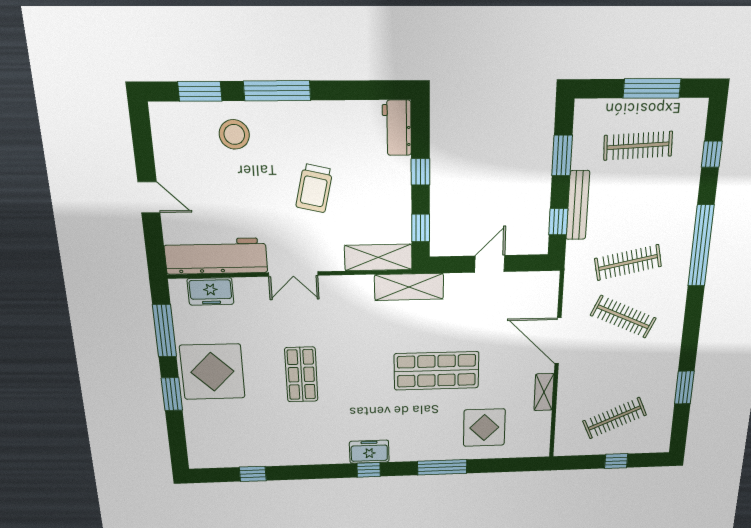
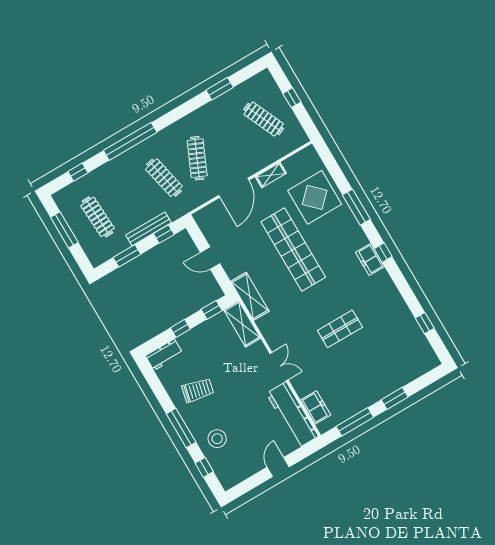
window: (200, 91) -> (204, 467), width x0.67
trolley: (314, 188) -> (198, 390), moved
shop shelf: (437, 371) -> (293, 249), width x1.40
display table: (212, 372) -> (367, 382), removed
display table: (484, 428) -> (315, 197), width x1.36, depth x1.36

